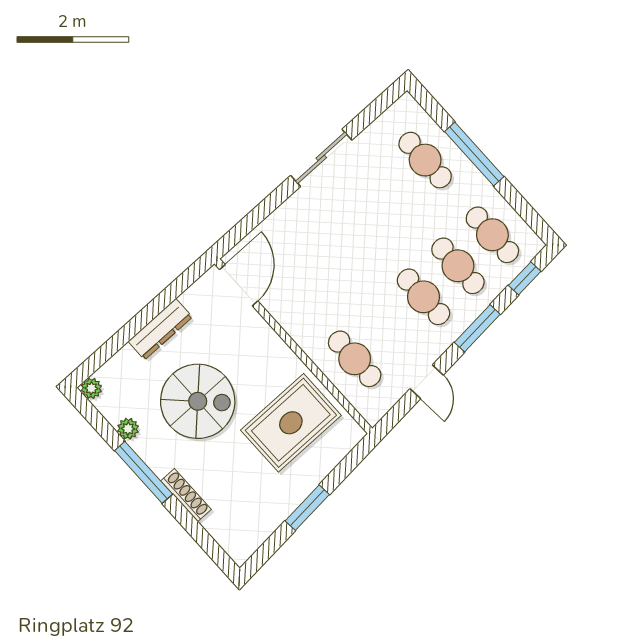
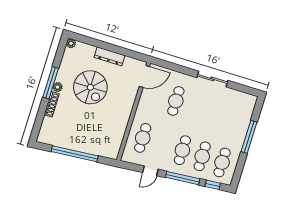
cafe table: (425, 160) -> (176, 101), moved
window: (477, 328) -> (183, 178), width x1.44
rug: (291, 423) -> (104, 128), removed
plant: (128, 429) -> (58, 87), moved
window: (307, 508) -> (75, 154), width x2.11

